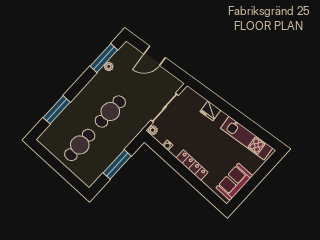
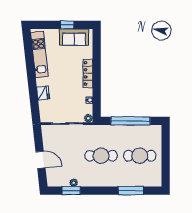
window: (104, 58) -> (71, 191), width x0.69
window: (117, 164) -> (131, 121), width x1.46
window: (250, 186) -> (67, 25), added

